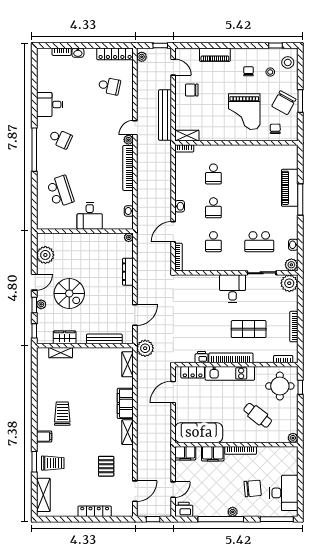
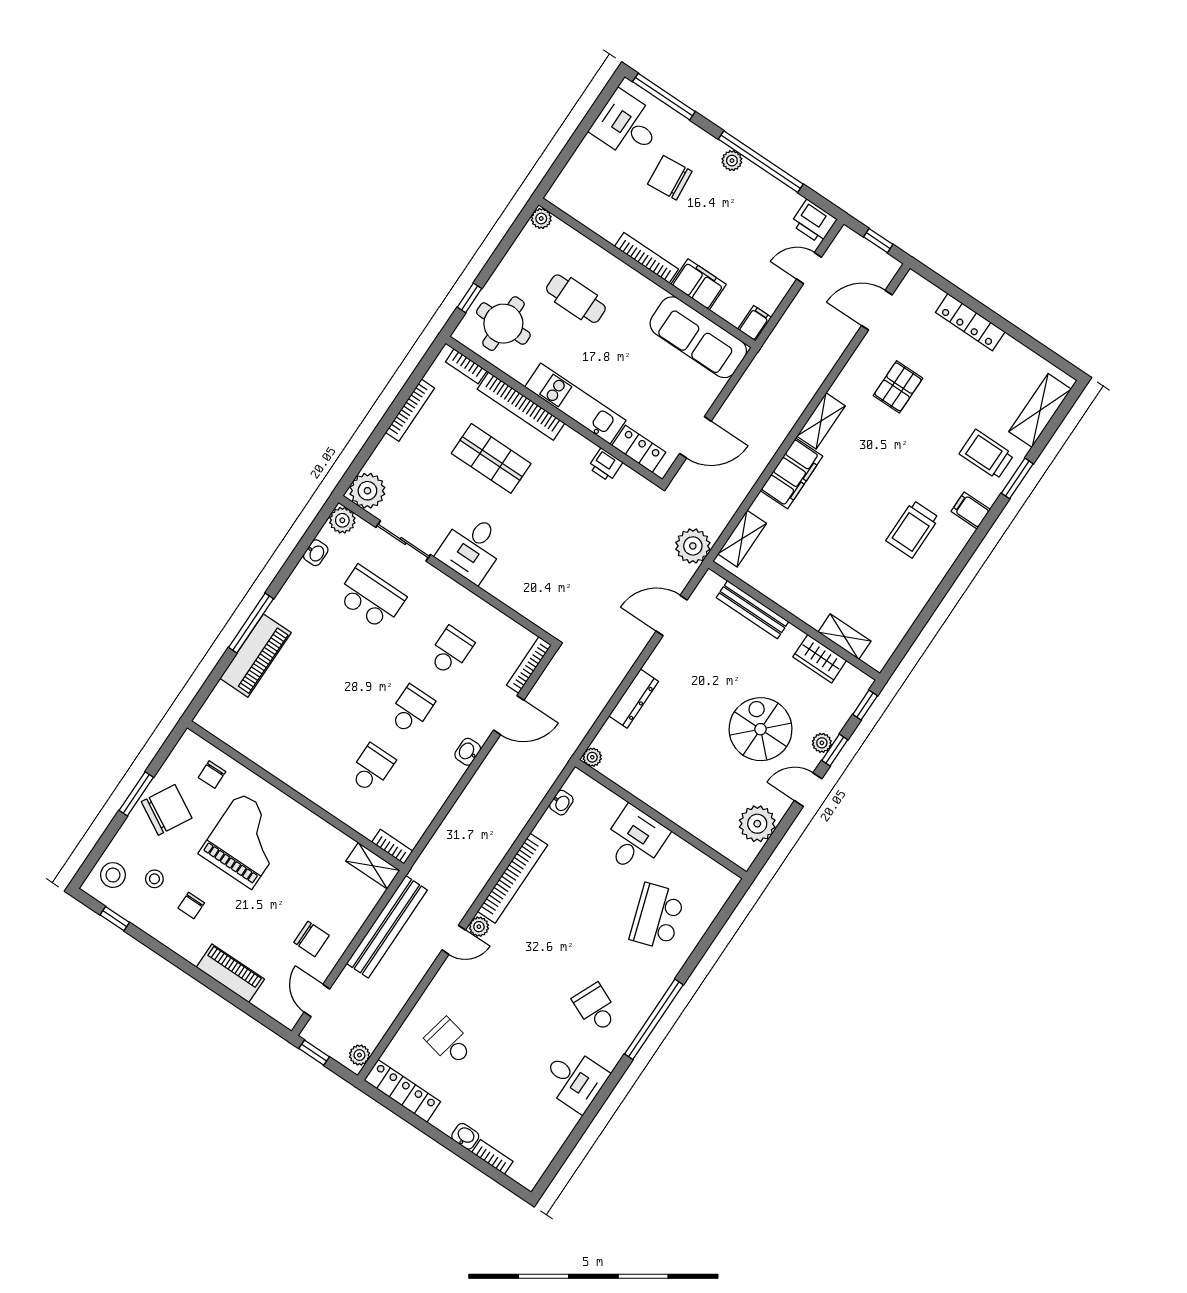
bookcase: (231, 358) -> (521, 406), moved
cafe table: (258, 415) -> (576, 299), turned -38
filing cabinet: (185, 453) -> (755, 323), width x0.50
desk: (284, 493) -> (627, 125), width x0.73

